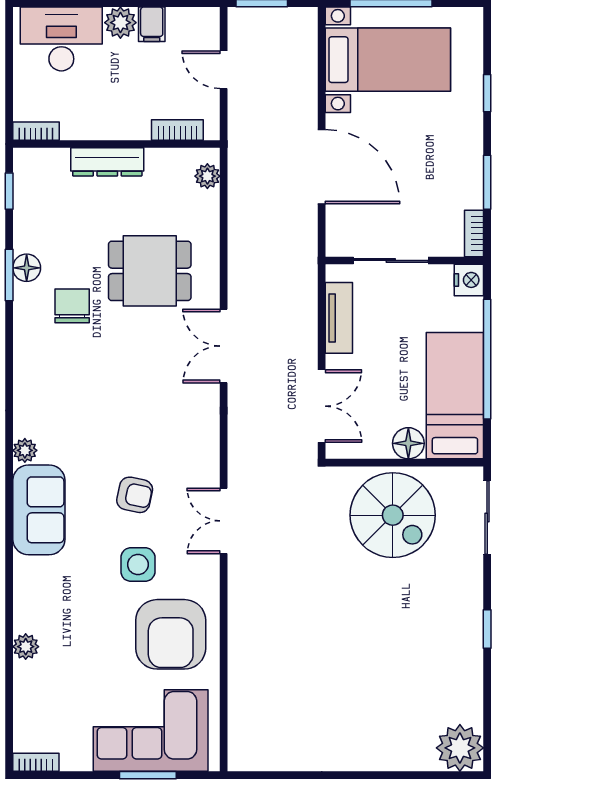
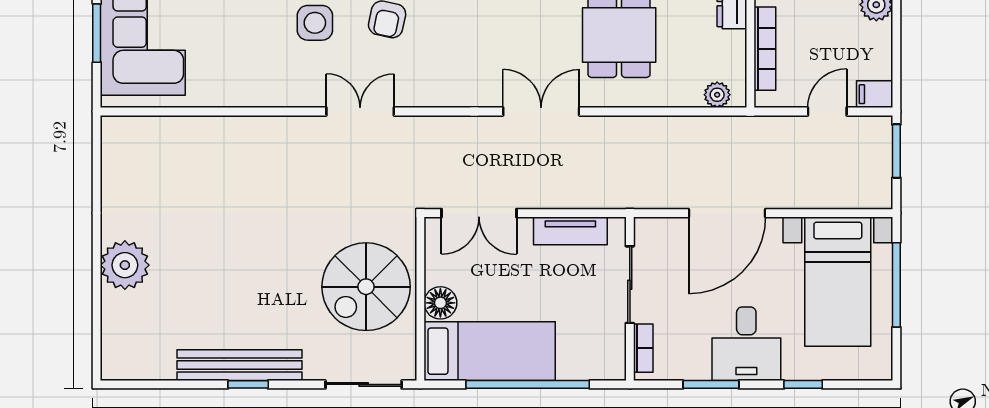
filing cabinet: (152, 24) -> (875, 94), moved
bookcase: (177, 130) -> (765, 49), width x1.56
desk: (448, 148) -> (746, 344), added
bookcase: (474, 233) -> (643, 348), moved, turned 90
nightstand: (469, 280) -> (610, 366), removed
armchair: (171, 634) -> (243, 57), removed
bench: (468, 637) -> (240, 365), added
plant: (460, 748) -> (125, 265), moved

